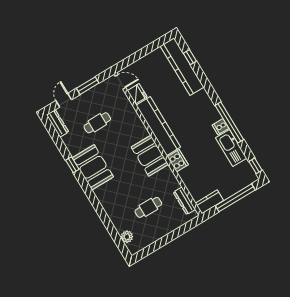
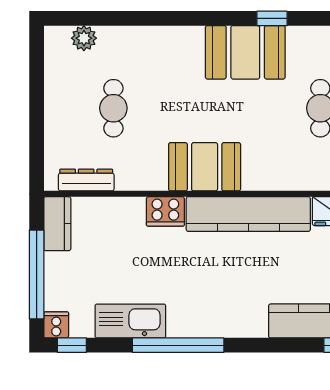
cooker: (221, 127) -> (56, 325), moved

